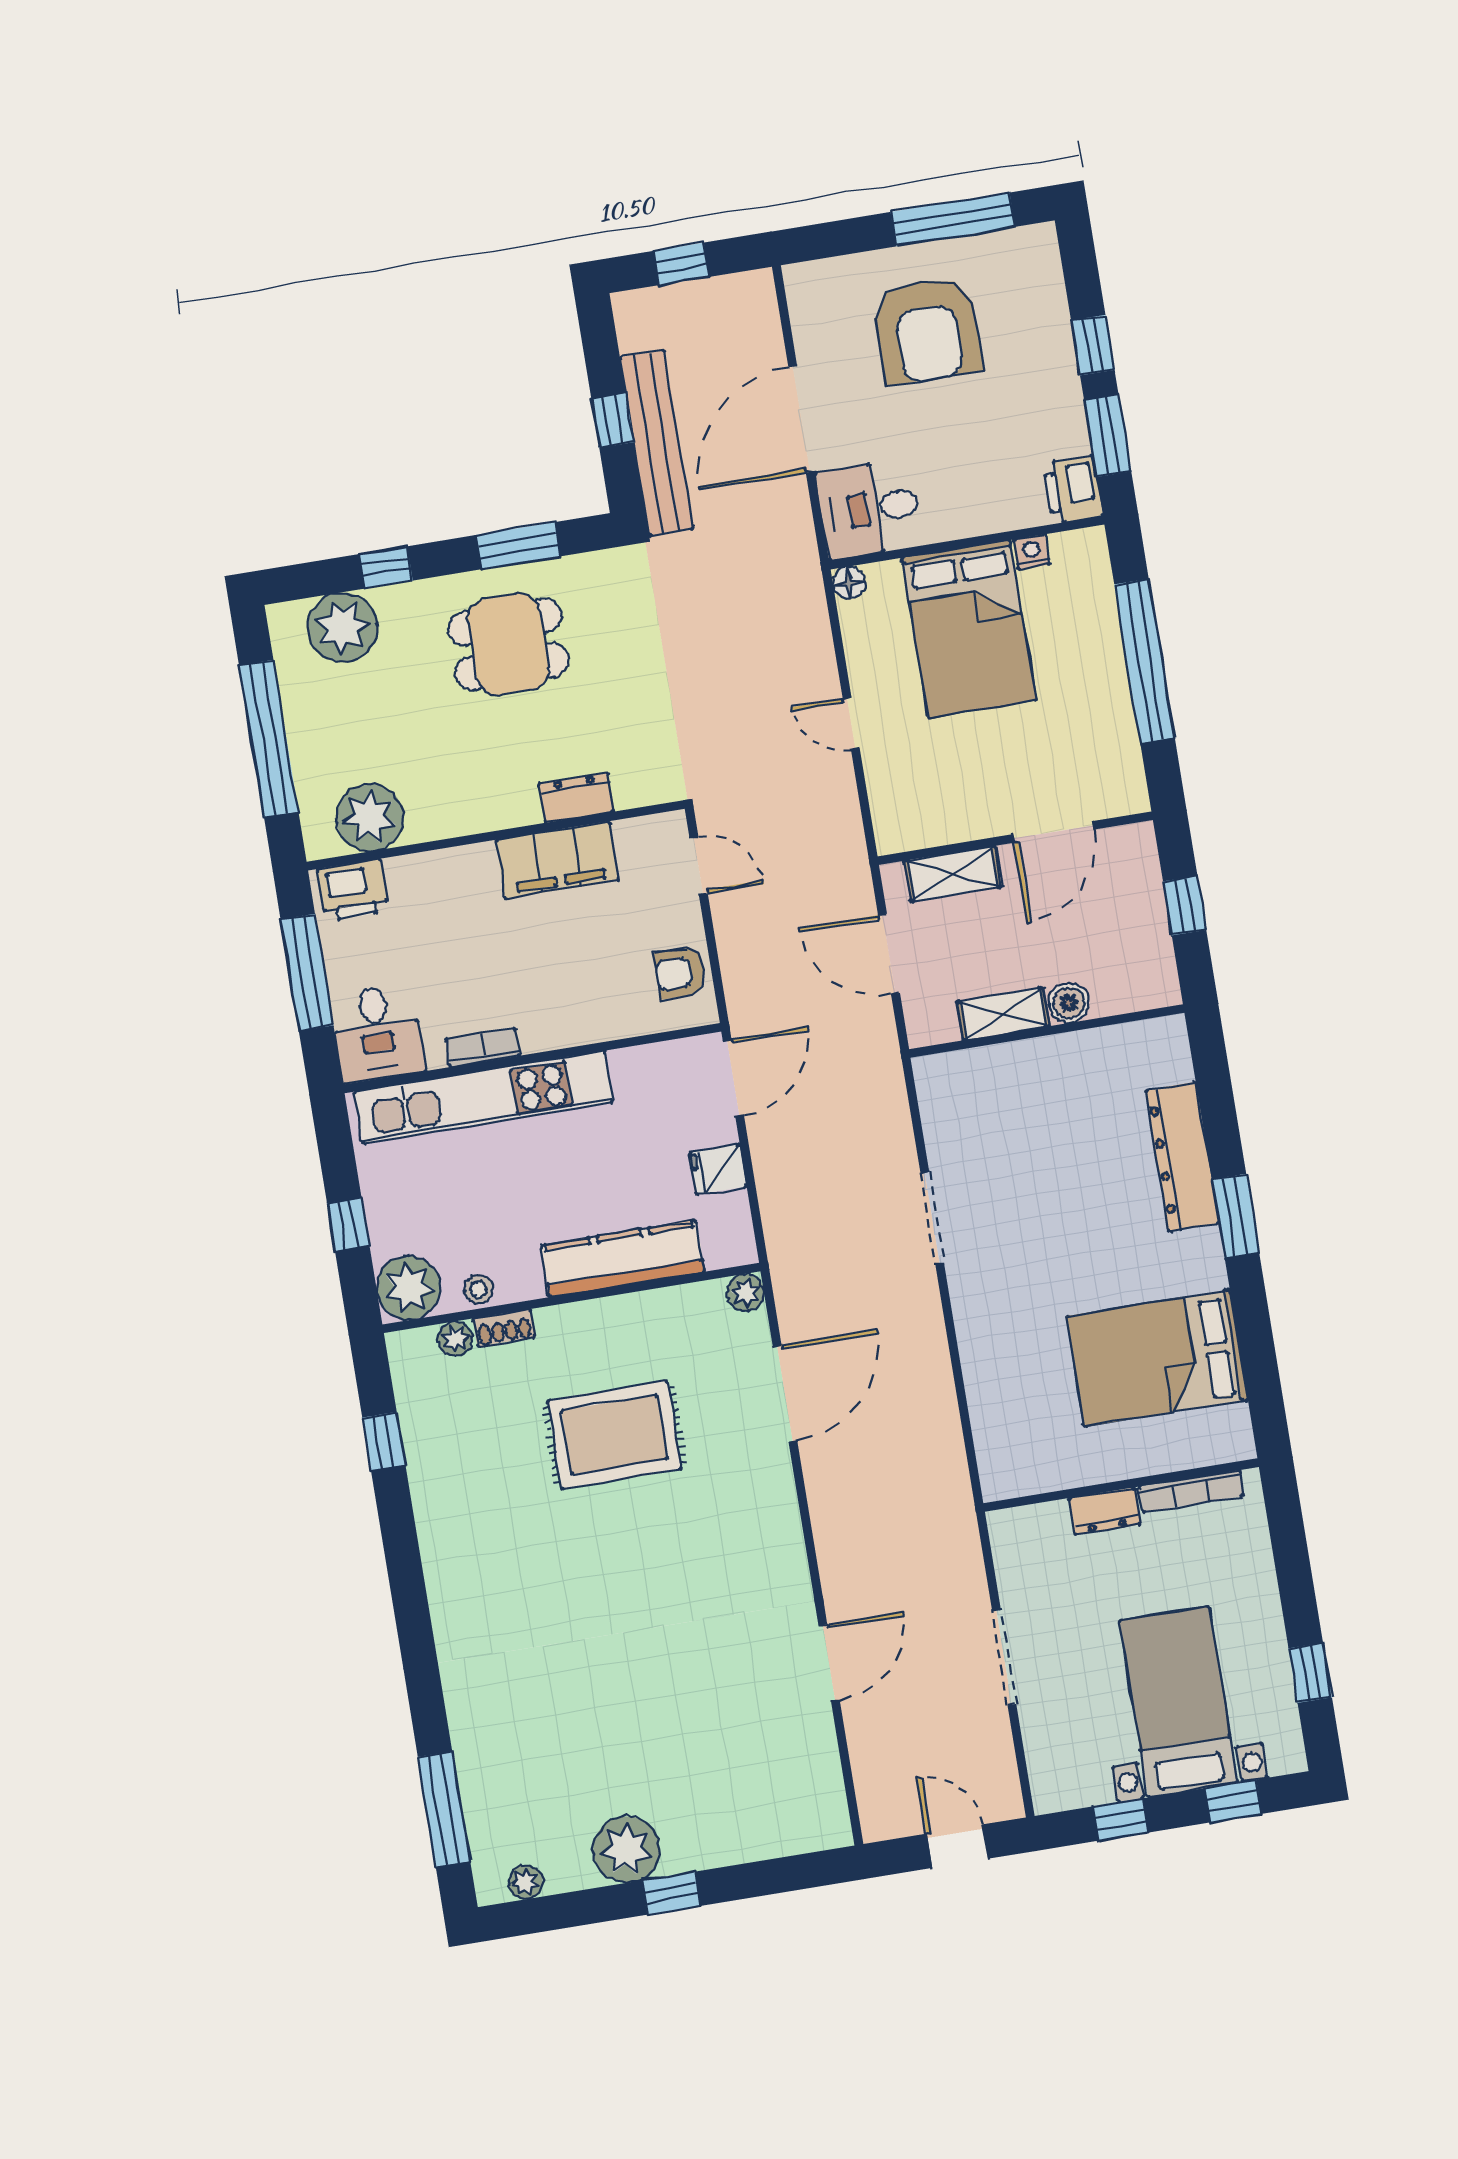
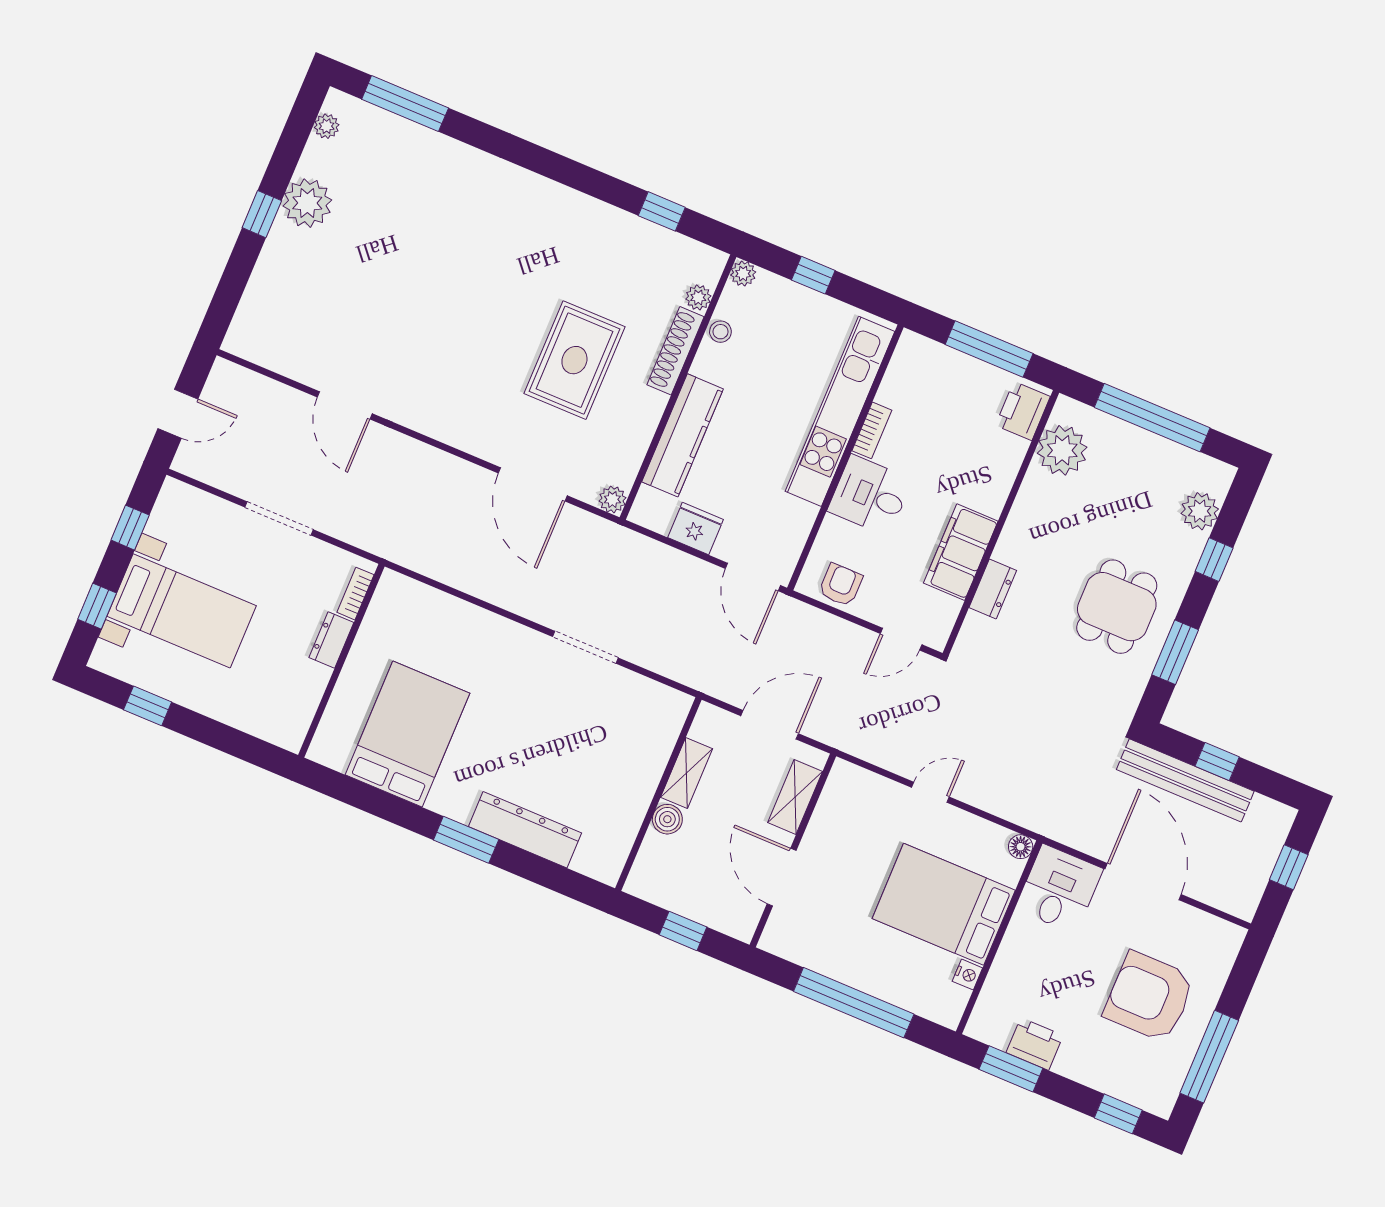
window: (1093, 345) -> (1118, 1114), moved
printer: (1073, 489) -> (1035, 1044), moved
plant: (342, 627) -> (1200, 511), width x0.73, depth x0.73
desk: (377, 1033) -> (870, 495), moved
fridge: (718, 1169) -> (696, 529), width x1.38
plant: (409, 1288) -> (743, 274), width x0.53, depth x0.53
shoe rack: (504, 1328) -> (676, 351), width x1.94, depth x1.24
bookcase: (1191, 1491) -> (355, 594), moved, width x0.64

